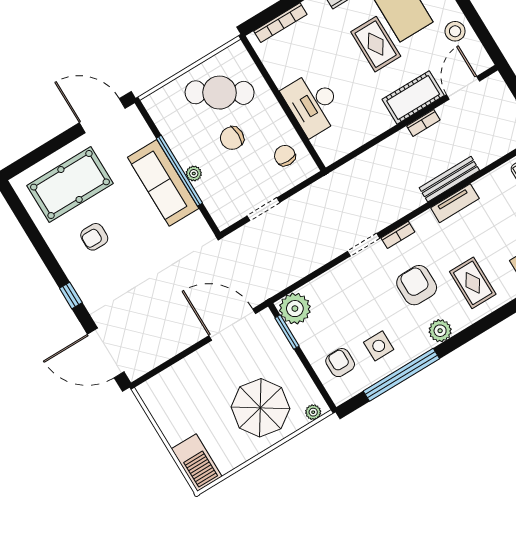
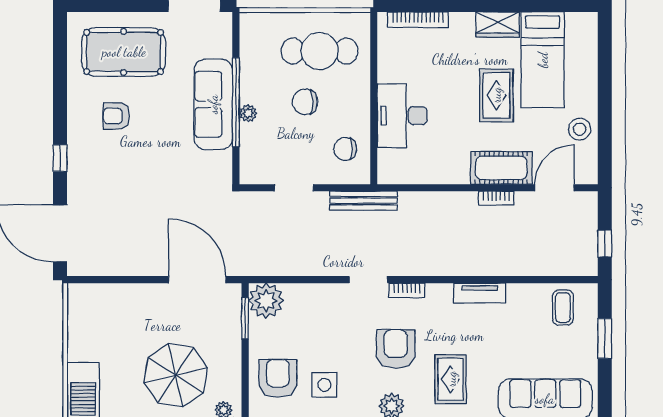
cafe table: (220, 93) -> (319, 51), turned -32
chair: (285, 156) -> (345, 149), turned -90
bench: (449, 179) -> (363, 201), moved
armchair: (340, 363) -> (278, 378), width x1.38, depth x1.38

